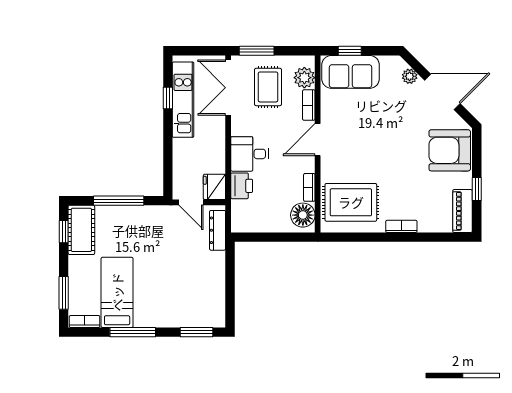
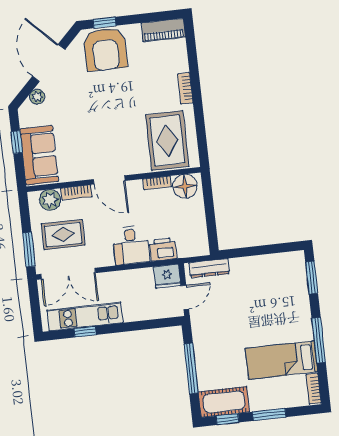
window: (350, 51) -> (17, 142), moved
window: (477, 189) -> (105, 22), moved
window: (64, 293) -> (269, 414), moved

